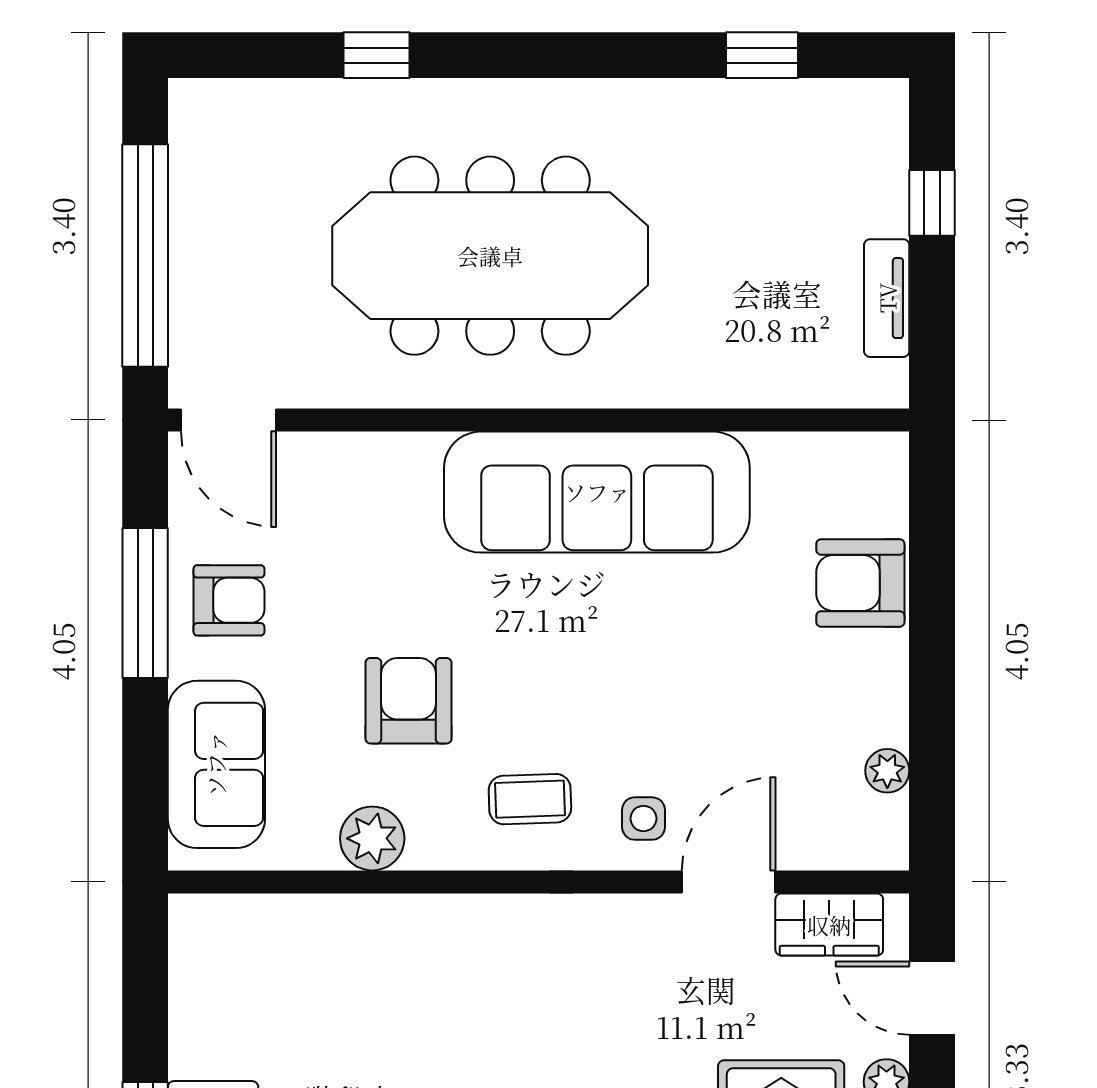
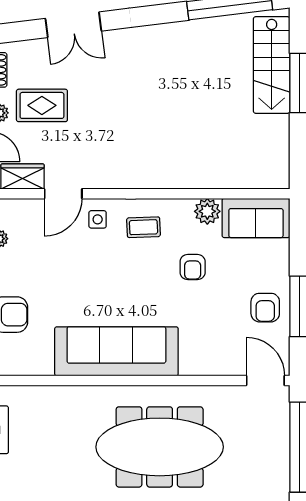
armchair: (229, 600) -> (265, 308), turned -90
armchair: (409, 701) -> (193, 267), width x0.72, depth x0.72
sofa: (216, 764) -> (256, 218), moved, turned -90

